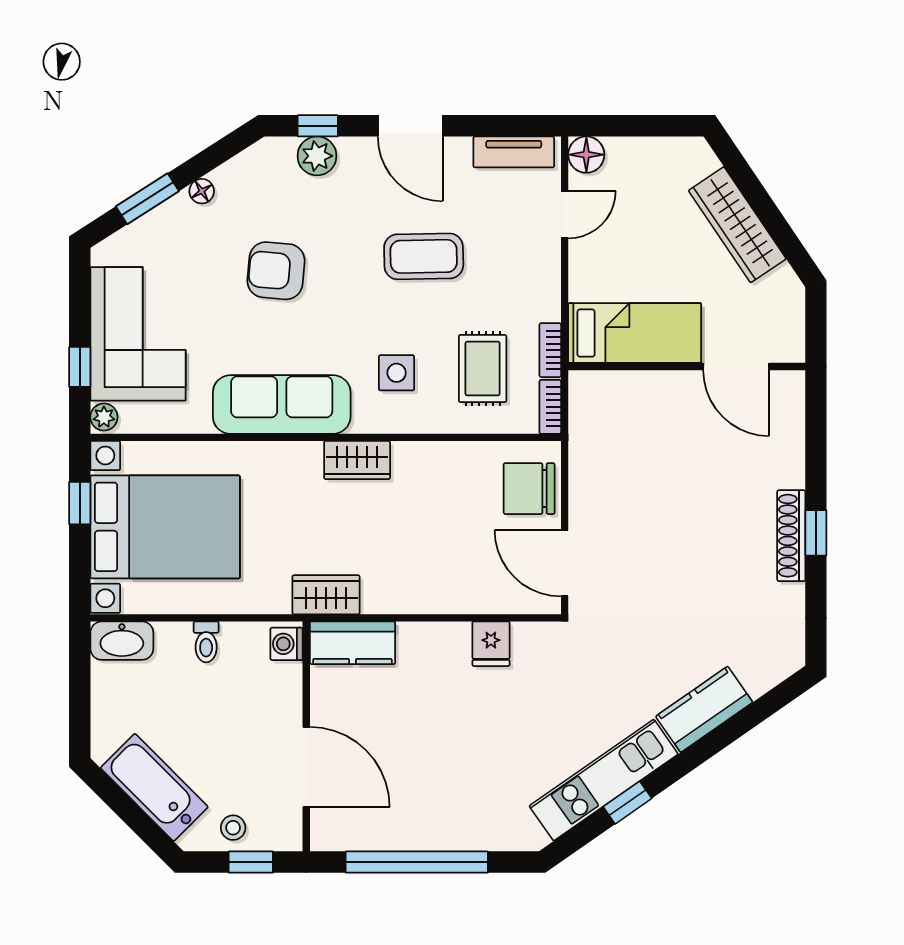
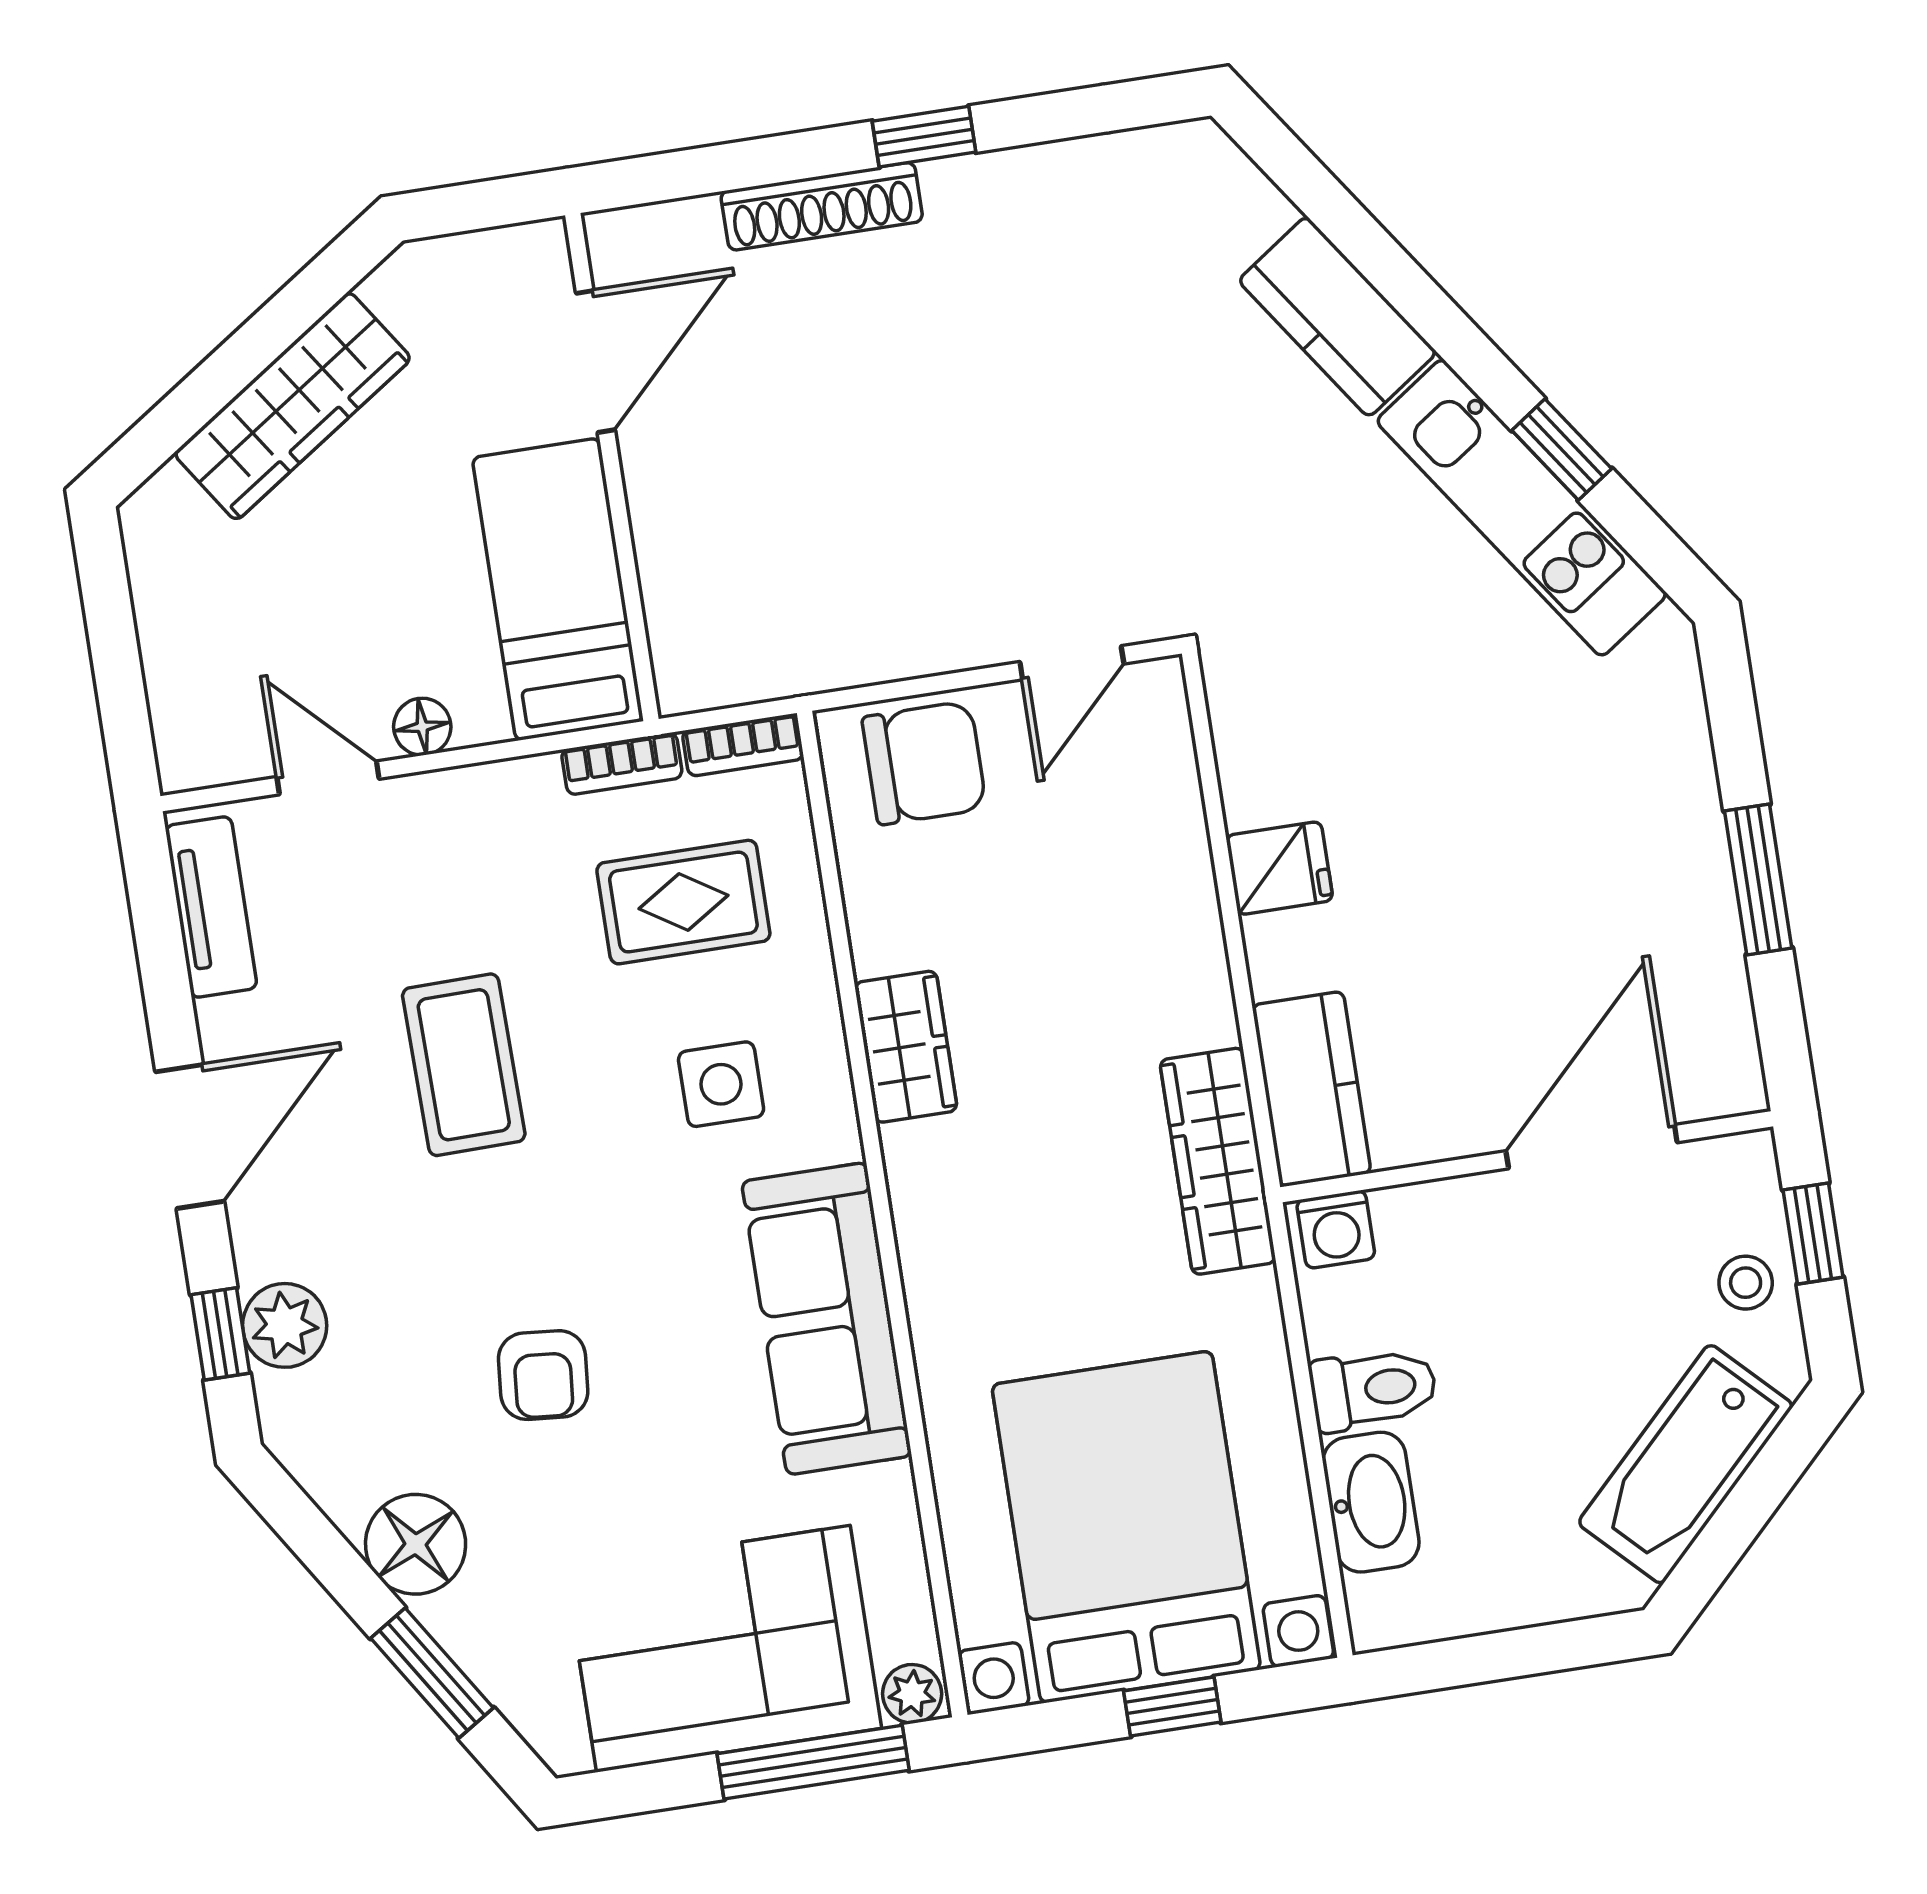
floor lamp: (586, 155) -> (422, 727), moved, width x0.73, depth x0.73
floor lamp: (202, 191) -> (416, 1544), width x1.89, depth x1.89
armchair: (276, 271) -> (543, 1375), width x0.72, depth x0.72
window: (80, 367) -> (813, 1762), width x2.17
wardrobe: (357, 460) -> (906, 1047), moved
chair: (529, 489) -> (924, 763), turned -90
window: (80, 503) -> (1172, 1706), moved
shoe rack: (791, 536) -> (822, 206), moved
door: (565, 563) -> (1072, 663), width x0.73
wardrobe: (326, 595) -> (1218, 1161), width x1.50
washbasin: (122, 641) -> (1371, 1502), moved
toilet: (206, 642) -> (1373, 1389), width x1.37, depth x1.39
fridge: (491, 644) -> (1279, 868), moved
window: (417, 862) -> (1758, 879), width x0.47

